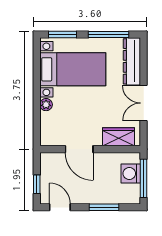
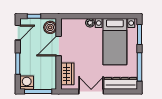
boiler: (53, 161) -> (50, 27), added
washing machine: (131, 174) -> (27, 83), moved

